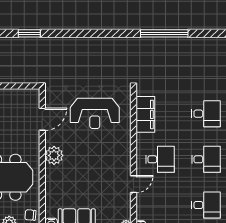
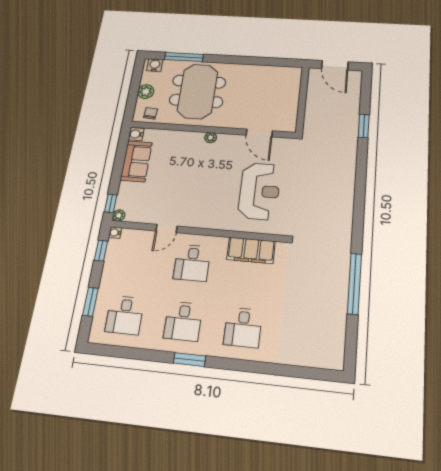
reception desk: (95, 113) -> (259, 191), turned 180
plant: (54, 155) -> (211, 138), width x0.53, depth x0.53
door: (133, 184) -> (166, 228), hinge flipped

